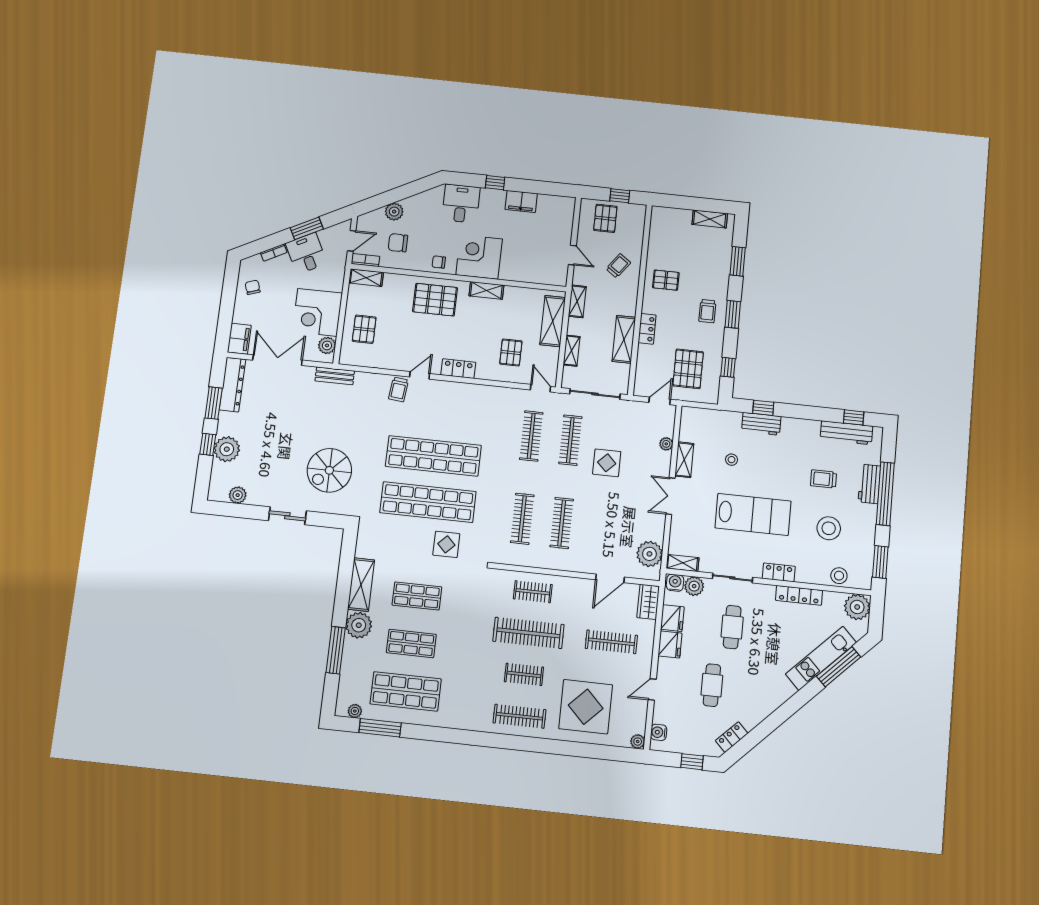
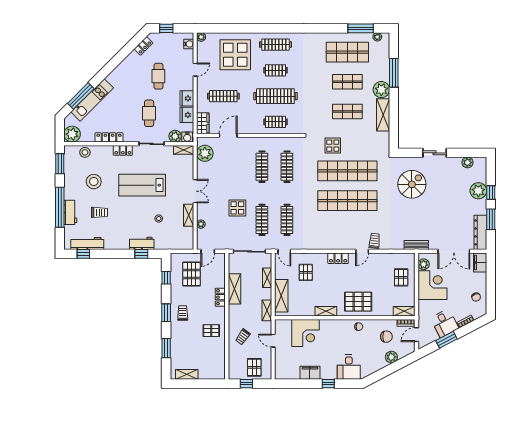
corner desk: (479, 257) -> (305, 333), moved

